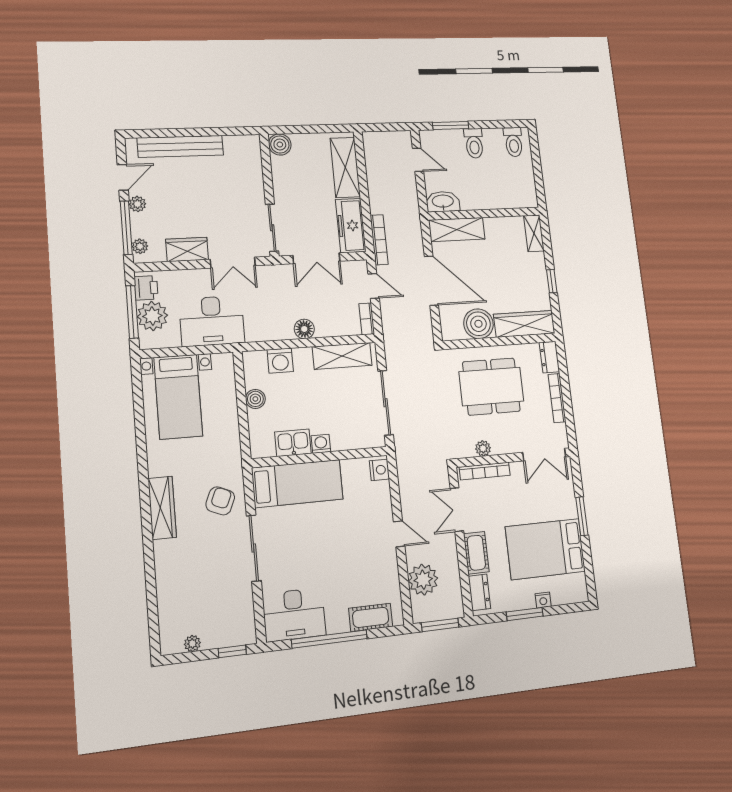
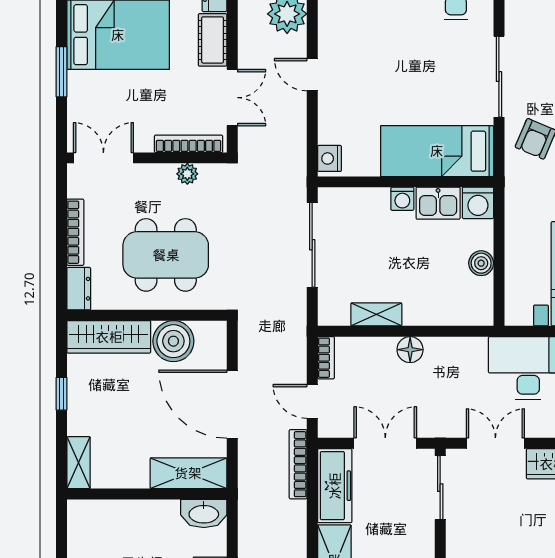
shelving: (342, 356) -> (376, 314), width x0.67, depth x0.75
washing machine: (280, 361) -> (478, 203), moved, turned 180

